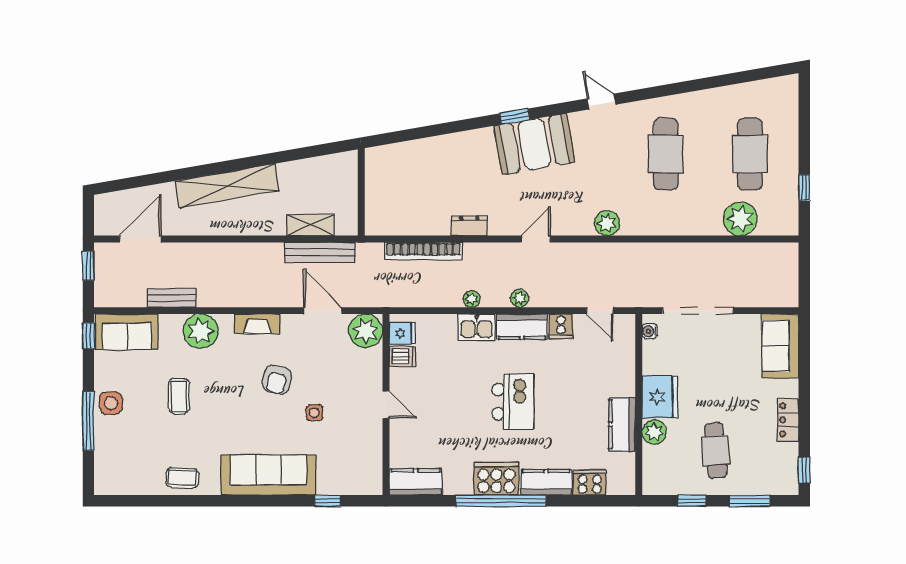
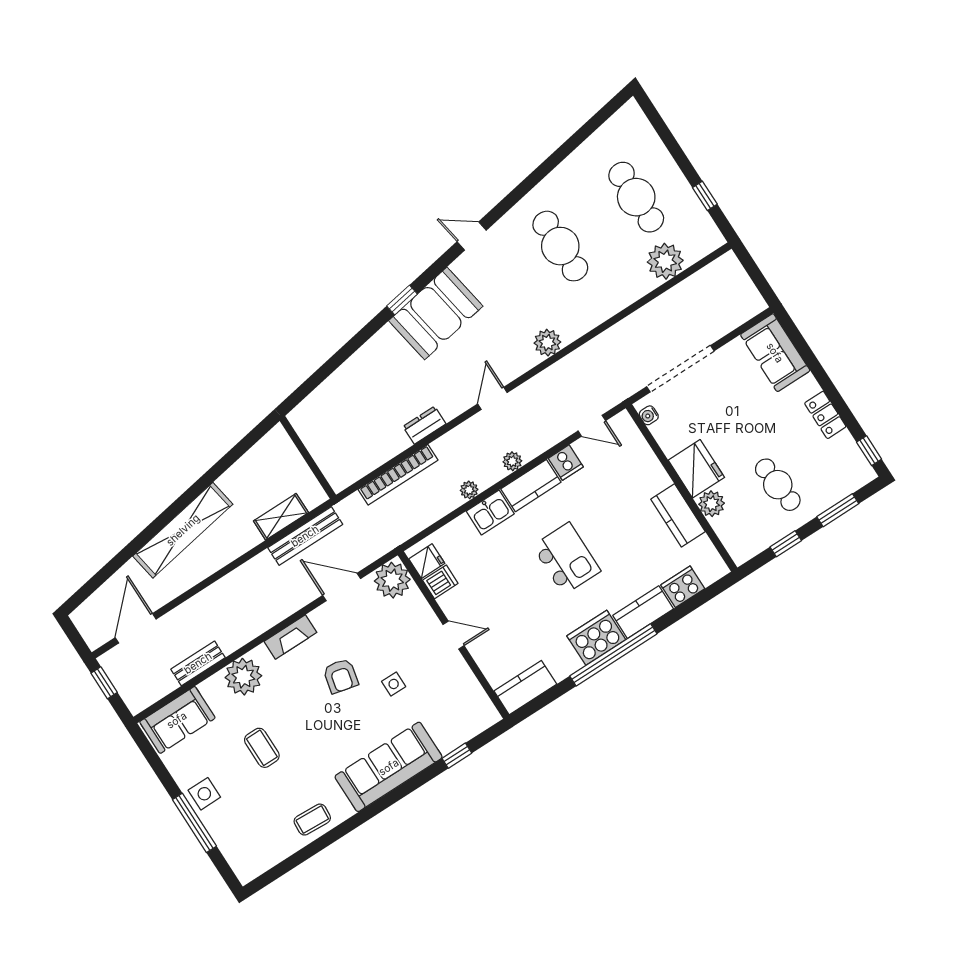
window: (88, 336) -> (145, 746), removed

